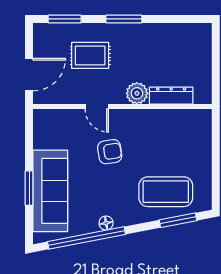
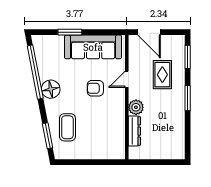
armchair: (110, 152) -> (95, 88), turned 99
sofa: (50, 191) -> (93, 47), moved
coffee table: (166, 192) -> (67, 127), width x0.73, depth x0.76
floor lamp: (106, 223) -> (51, 89), width x1.89, depth x1.89

